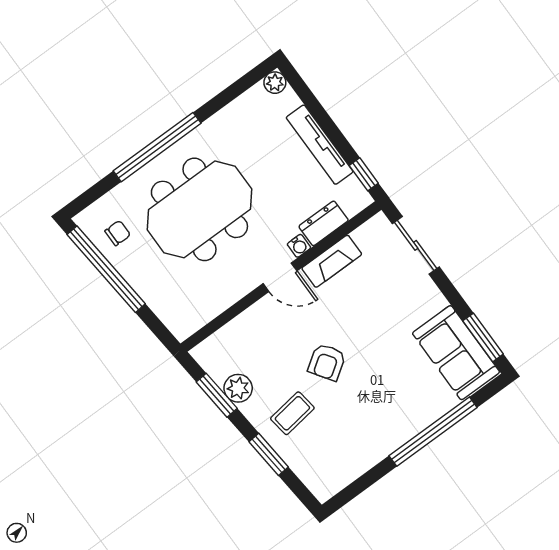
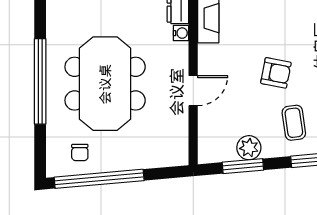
chair: (118, 233) -> (80, 152), turned 180
door: (280, 277) -> (193, 91), moved
armchair: (327, 362) -> (276, 73), turned -45

